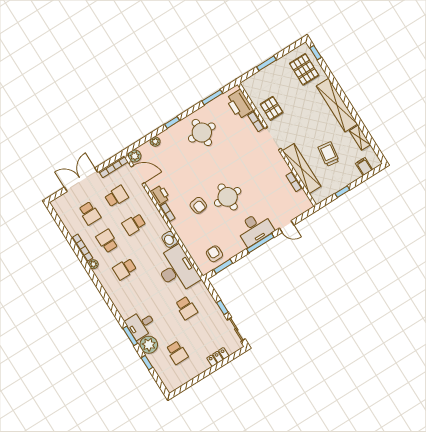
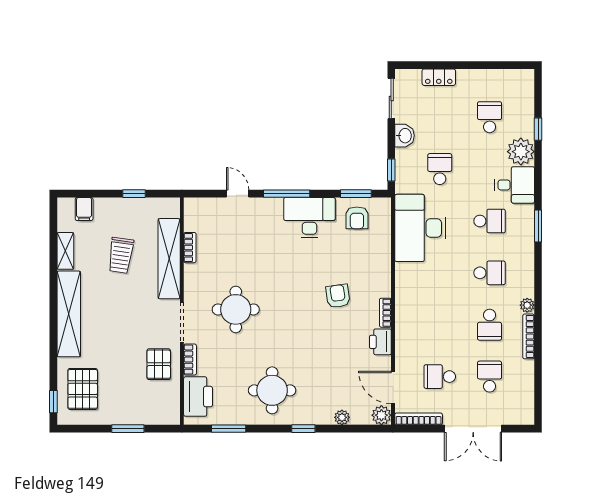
round table: (228, 197) -> (236, 309), moved
school desk: (134, 224) -> (490, 221), moved
desk: (255, 229) -> (309, 217), moved
washbasin: (170, 239) -> (405, 136), moved
window: (222, 307) -> (391, 170), moved
window: (130, 336) -> (538, 226), moved

